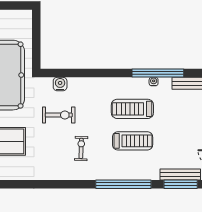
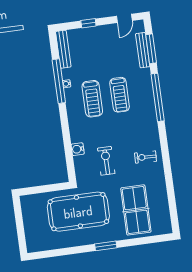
water cooler: (60, 84) -> (78, 149), moved
treadmill: (133, 141) -> (120, 95), turned 180
exercise bike: (81, 148) -> (146, 157), moved

